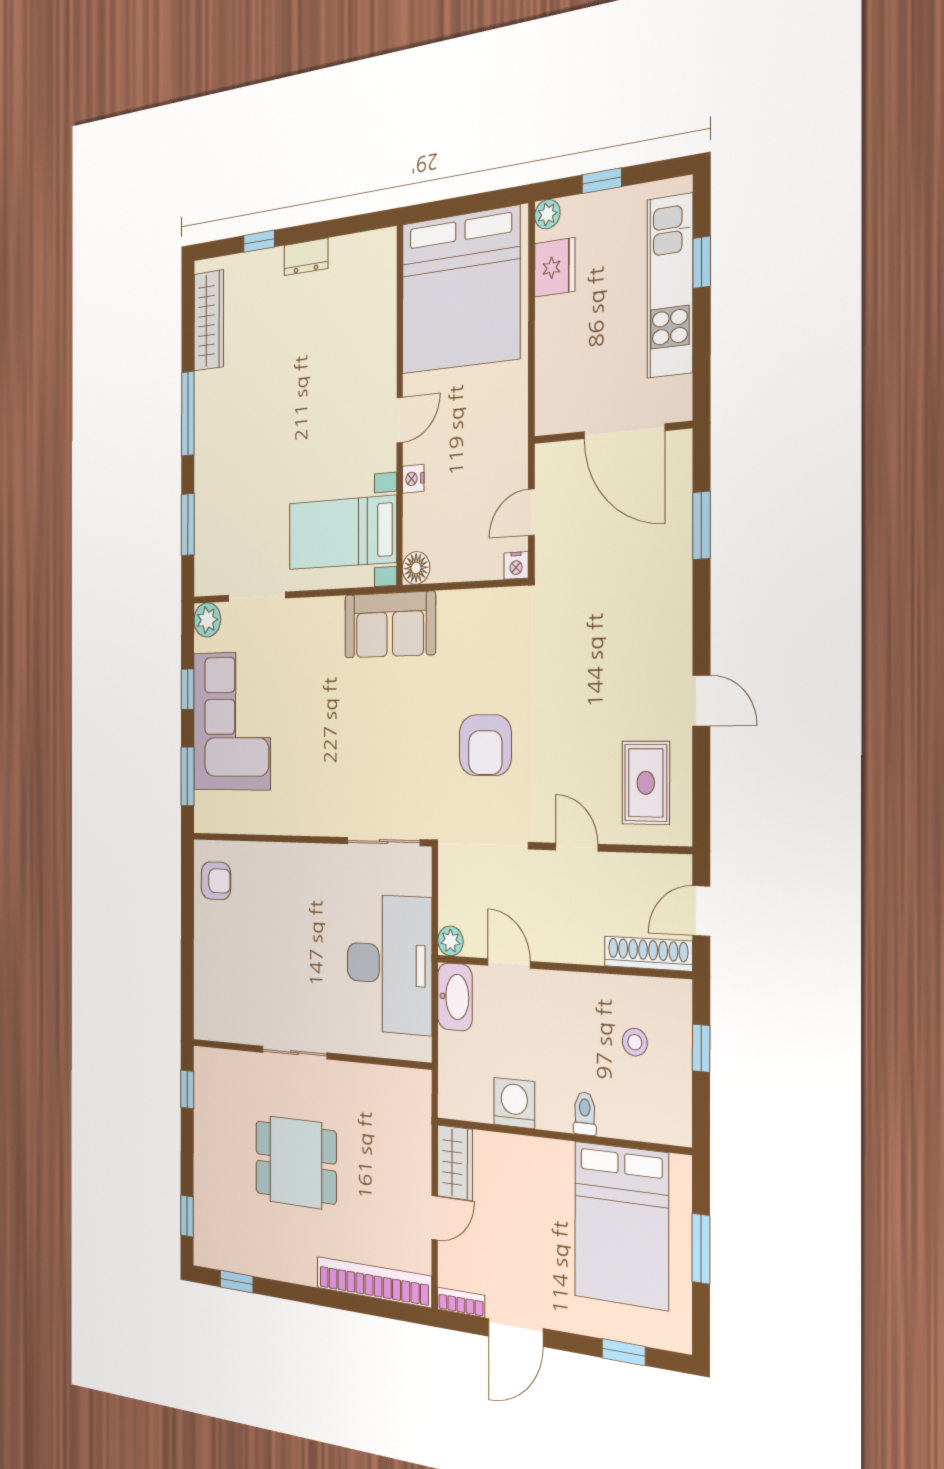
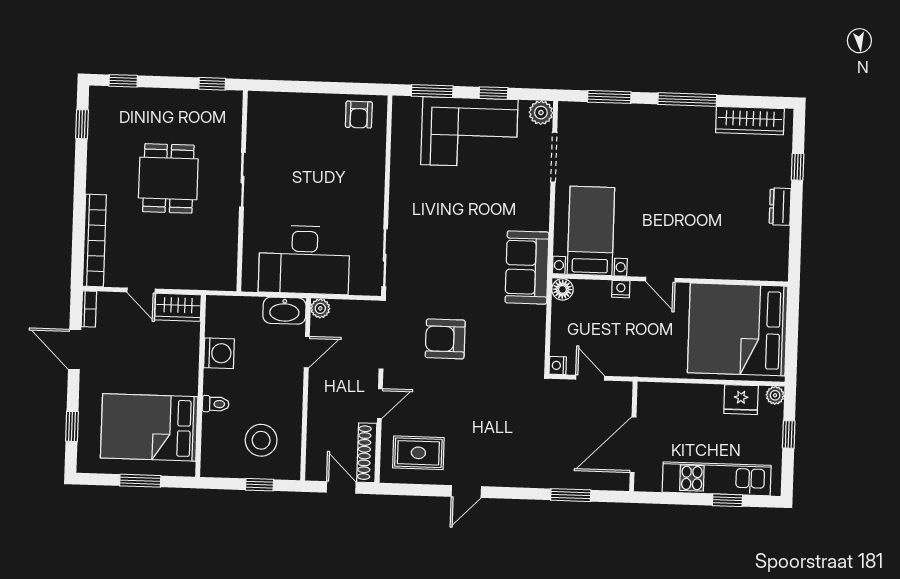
shoe rack: (648, 954) -> (367, 453), moved, turned 180
stool: (635, 1042) -> (261, 440), width x1.89, depth x1.89

